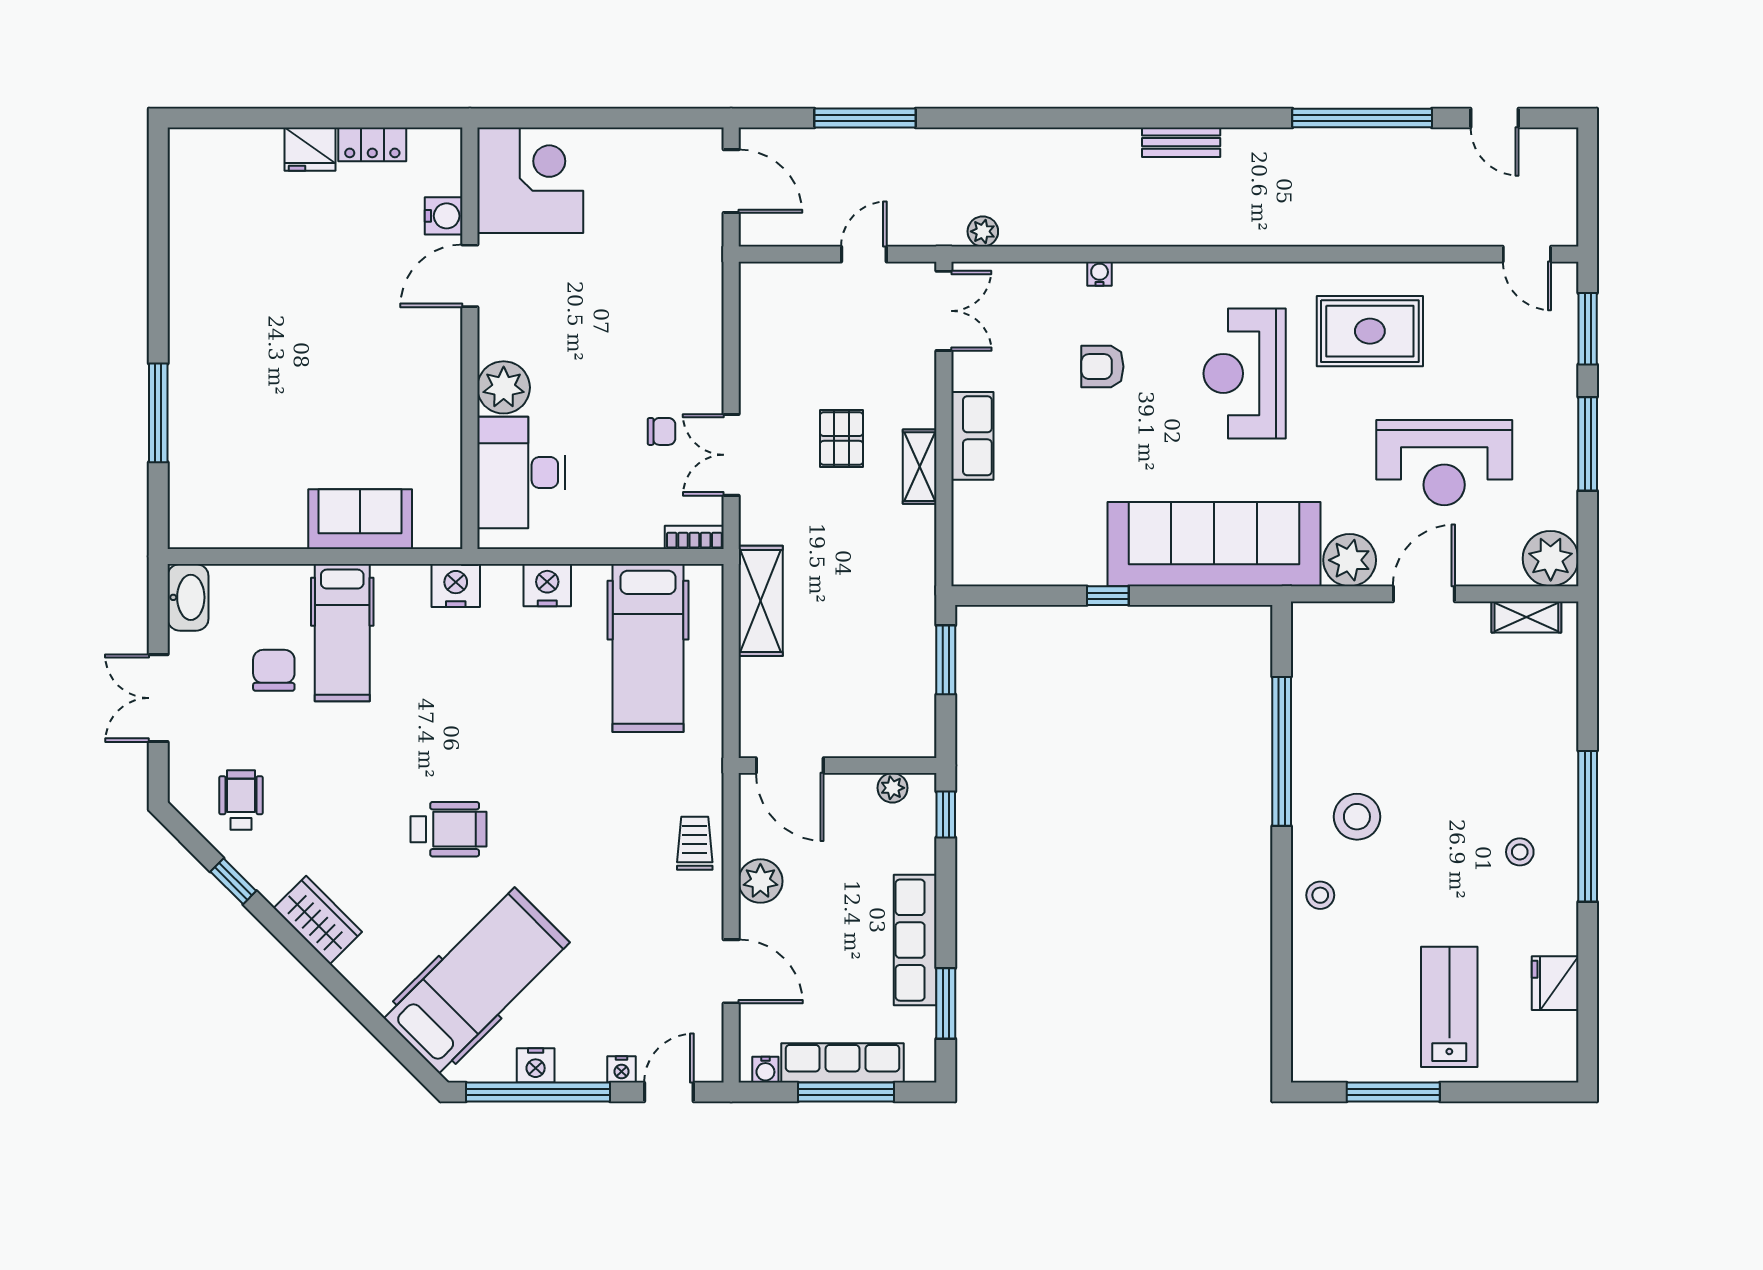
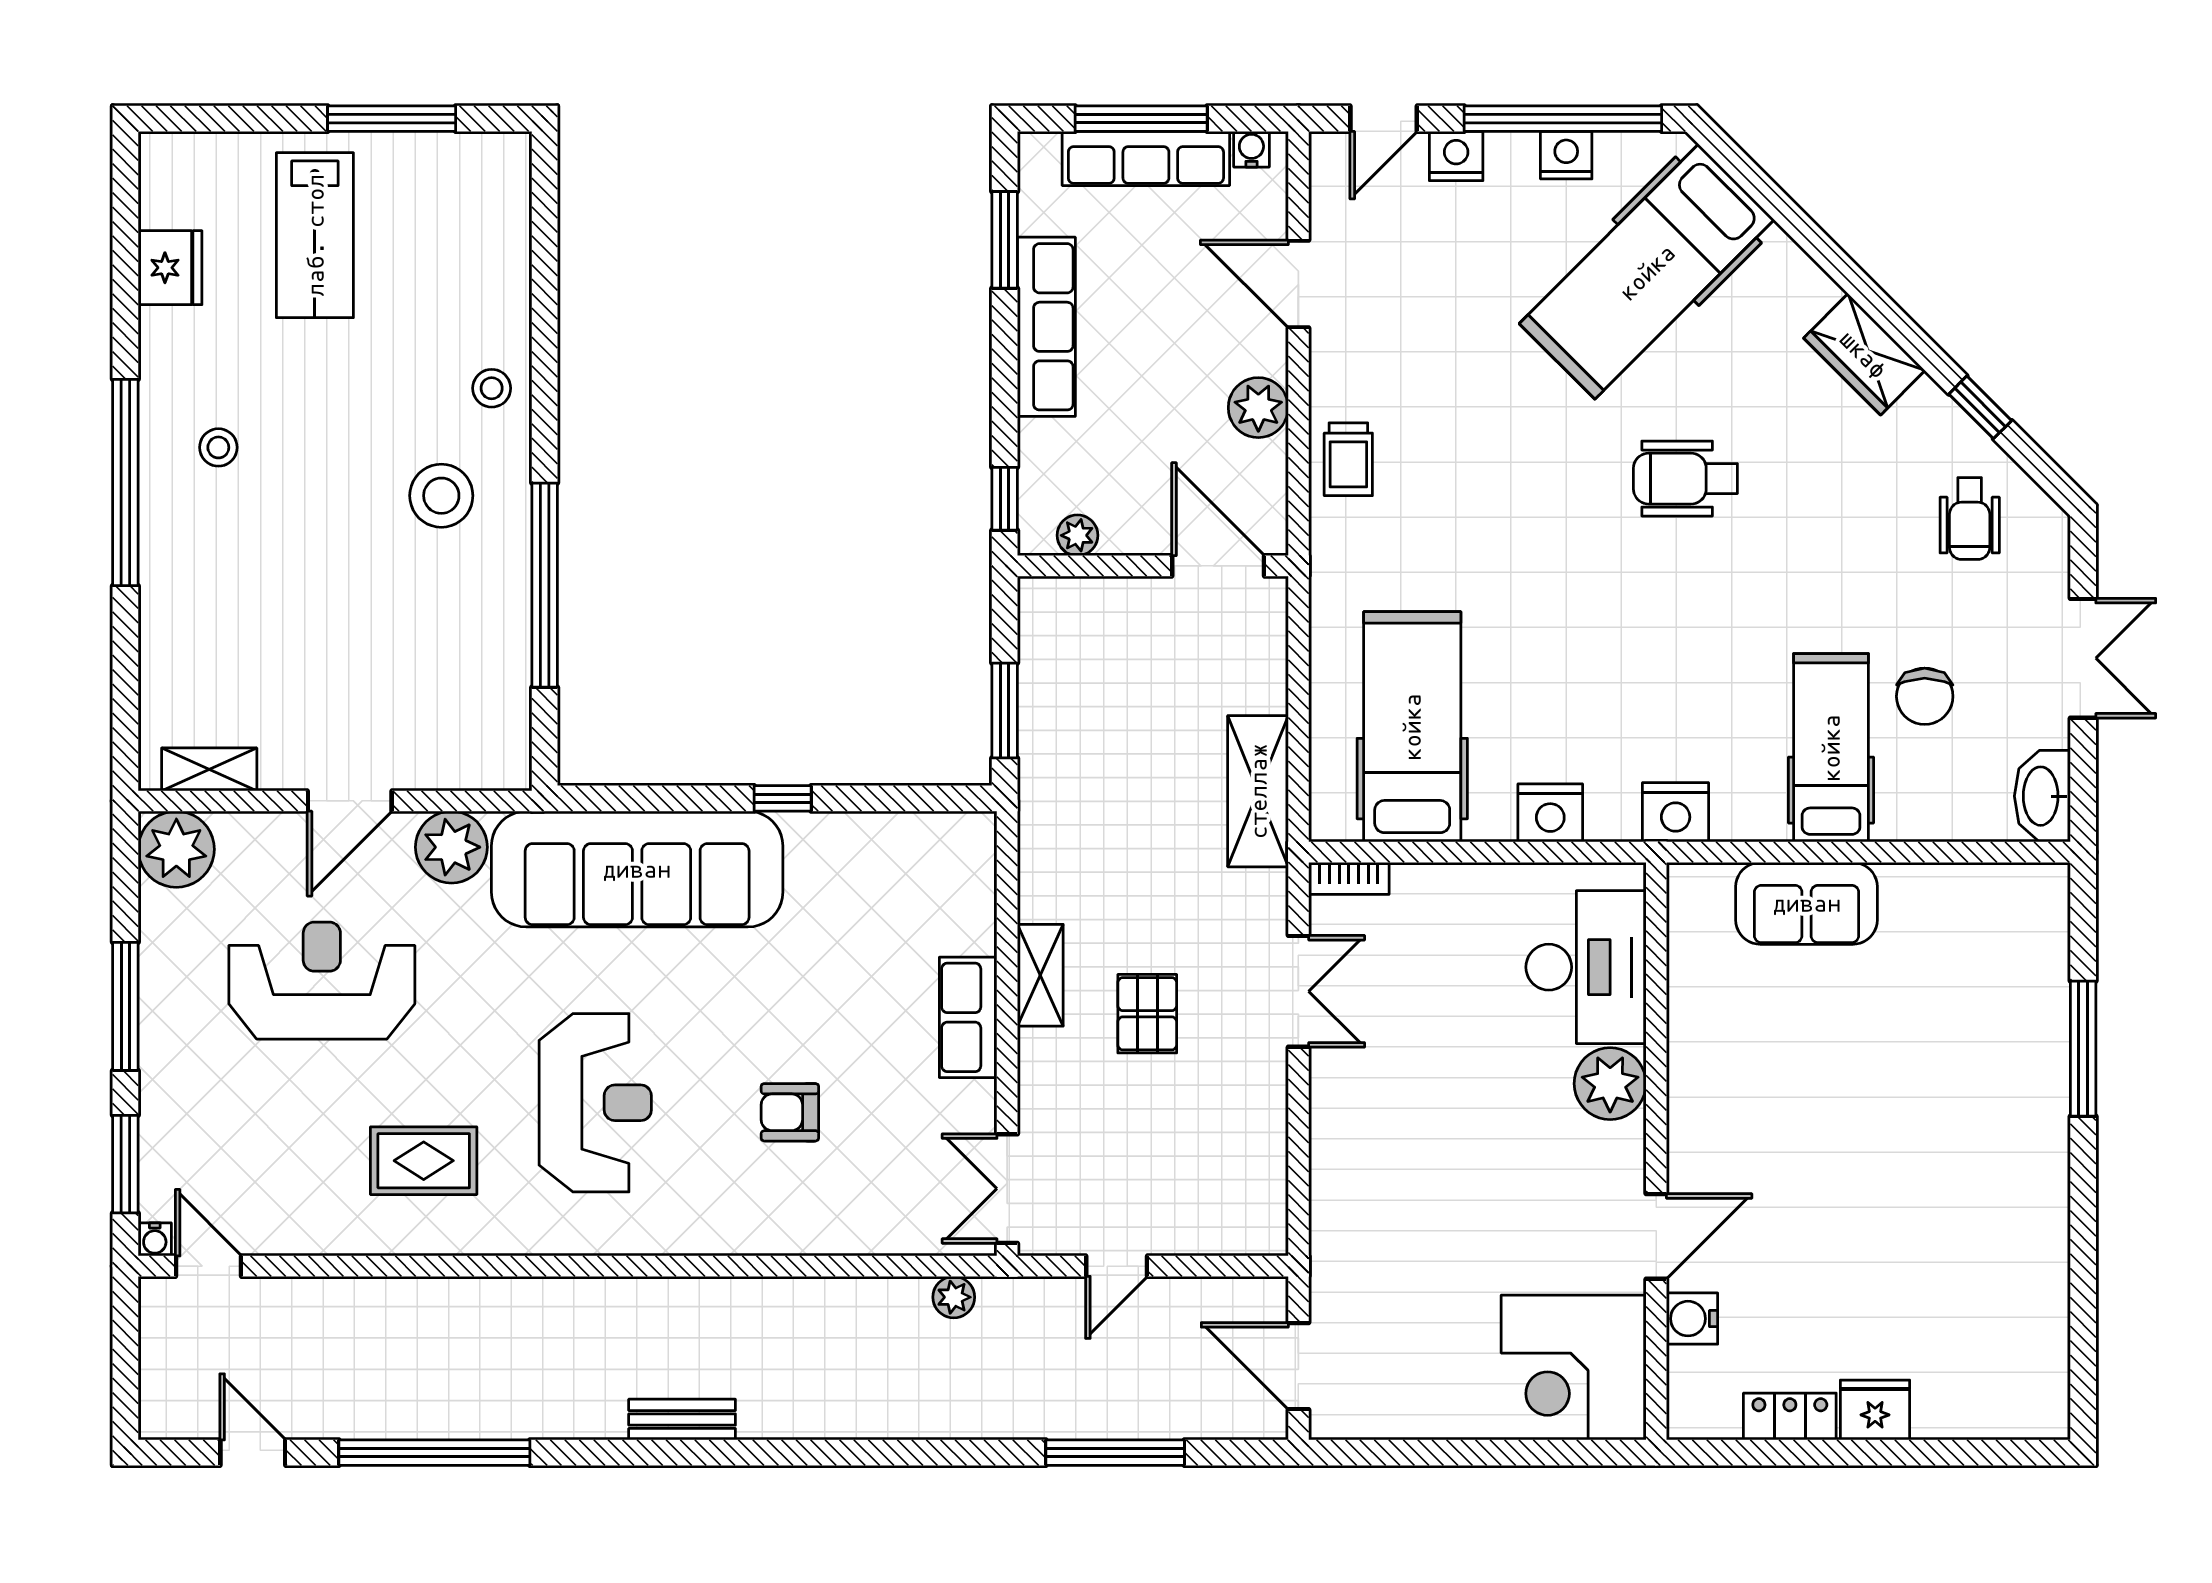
water cooler: (1100, 274) -> (155, 1239), moved
rug: (1370, 331) -> (424, 1161), width x0.73, depth x0.70
armchair: (1102, 367) -> (790, 1112), turned 180
chair: (662, 431) -> (1394, 1023), removed
nightstand: (621, 1069) -> (1456, 156), width x1.39, depth x1.35

